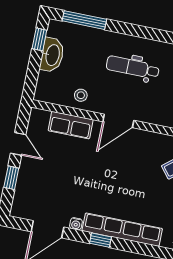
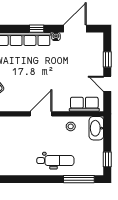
washbasin: (52, 55) -> (96, 128), moved
dental chair: (133, 67) -> (55, 161), moved
row of seats: (71, 125) -> (84, 104), moved

